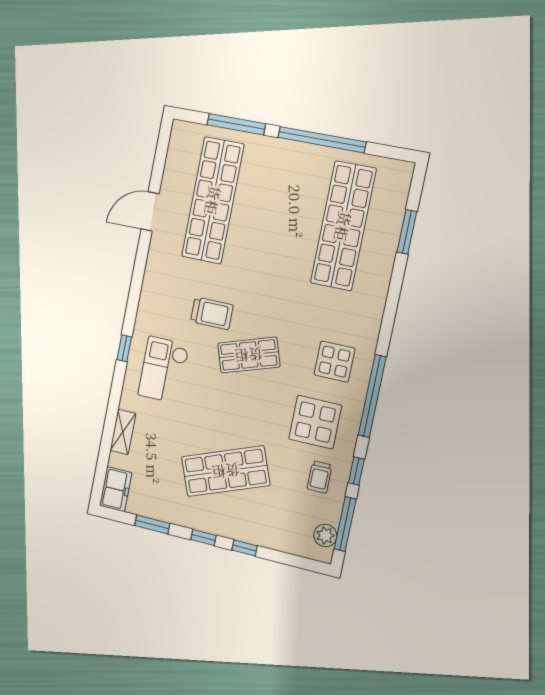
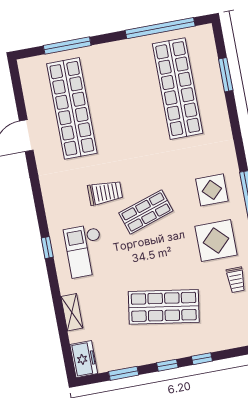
window: (322, 140) -> (160, 28), moved
shop shelf: (226, 471) -> (164, 307), turned 30

